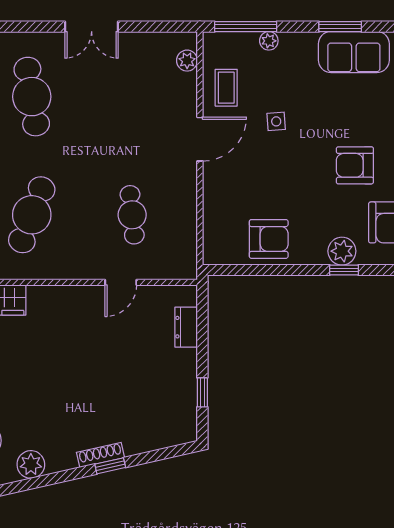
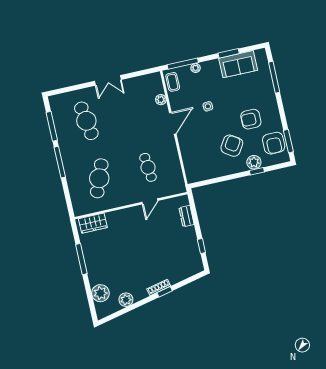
plant: (187, 61) -> (161, 100), moved
coffee table: (226, 88) -> (173, 82), moved
armchair: (269, 239) -> (232, 146), moved, turned -57

